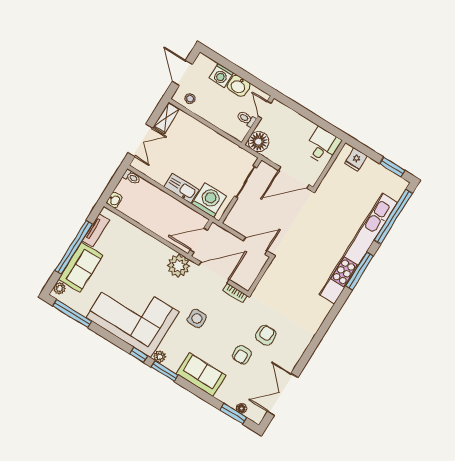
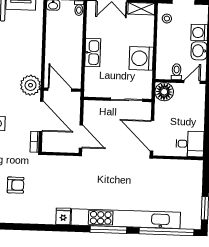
fridge: (356, 160) -> (63, 216), moved, turned 90
washing machine: (209, 200) -> (141, 58), moved, turned 180

